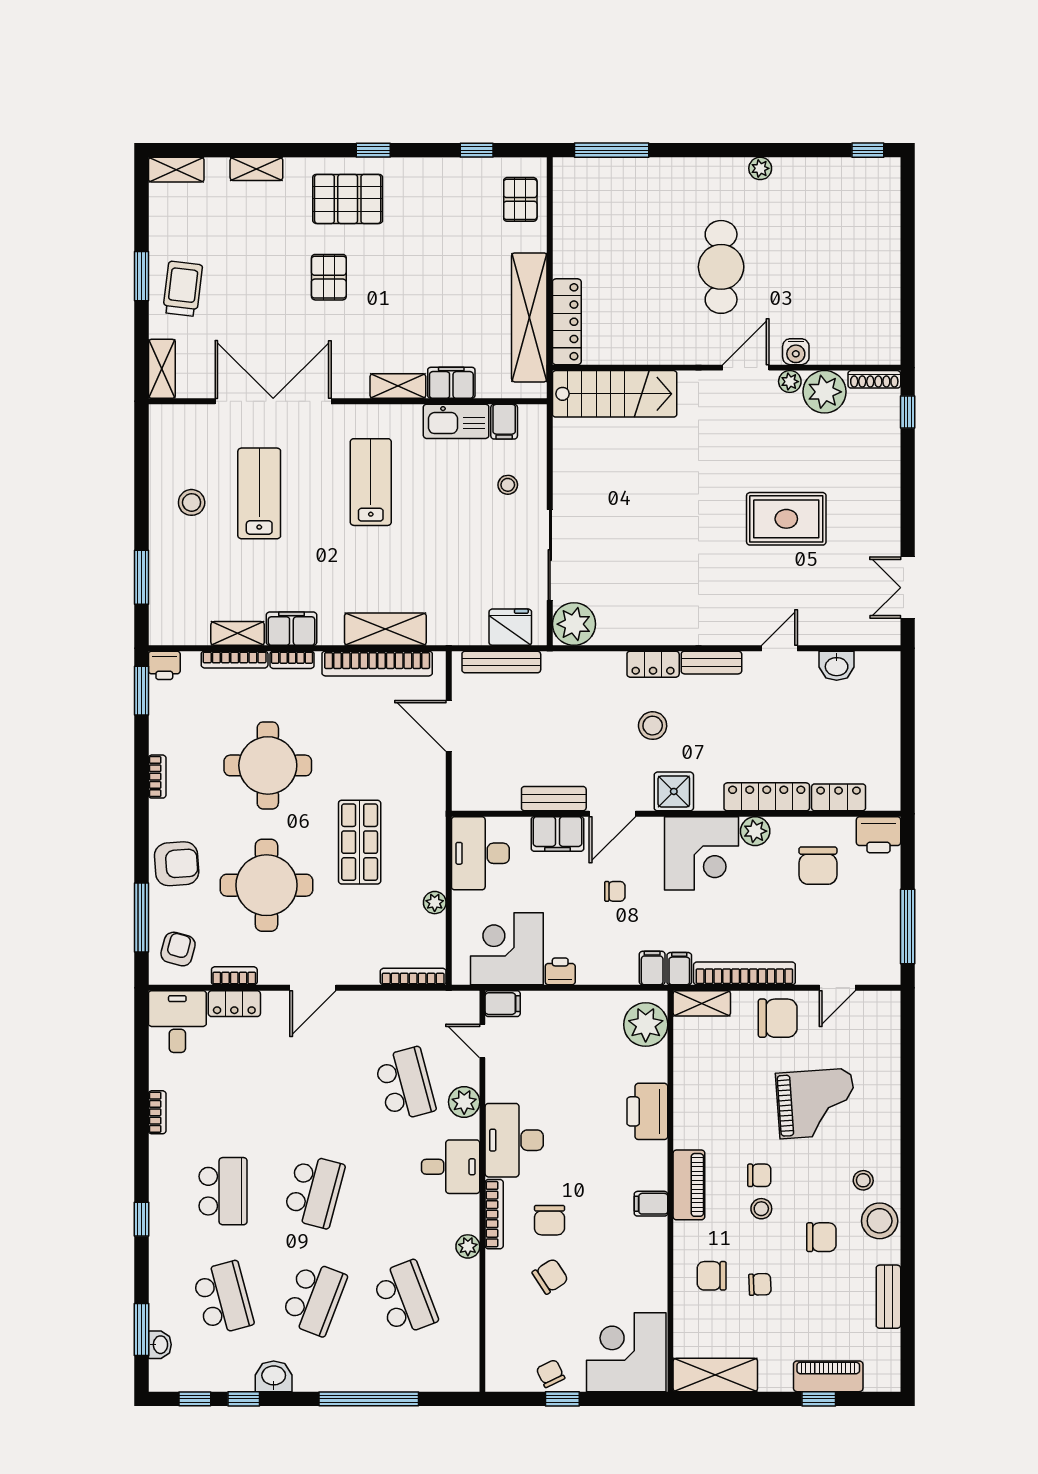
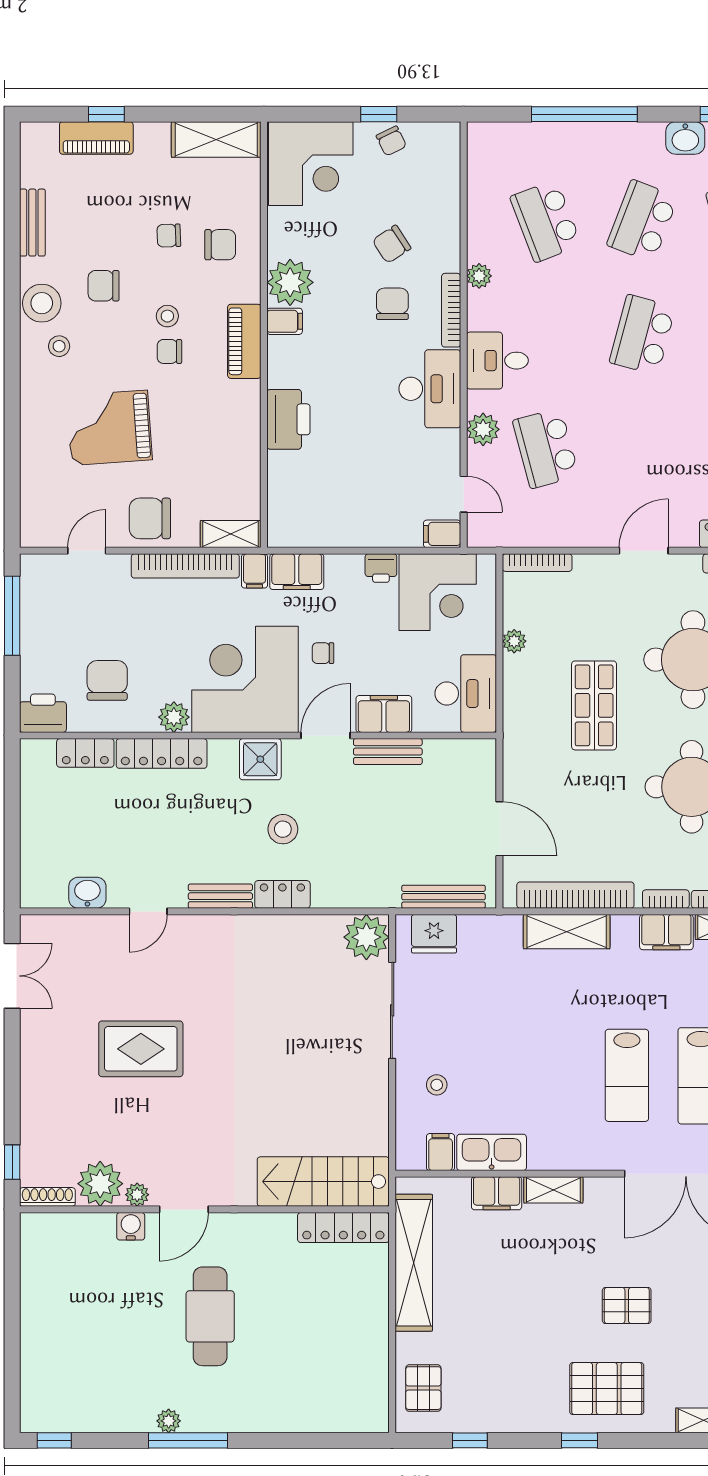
window: (612, 150) -> (188, 1440), moved
pallet: (329, 277) -> (627, 1305), turned 90
locker: (567, 322) -> (343, 1228), moved, turned -90
lab bench: (371, 482) -> (627, 1075), moved
corner desk: (701, 853) -> (245, 679), width x1.36, depth x1.36
filing cabinet: (652, 968) -> (297, 572), width x2.00
plant: (646, 1025) -> (290, 282), moved

